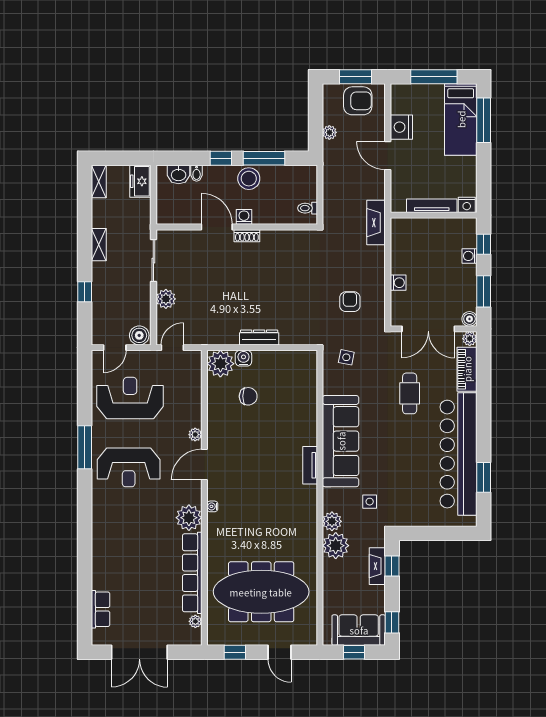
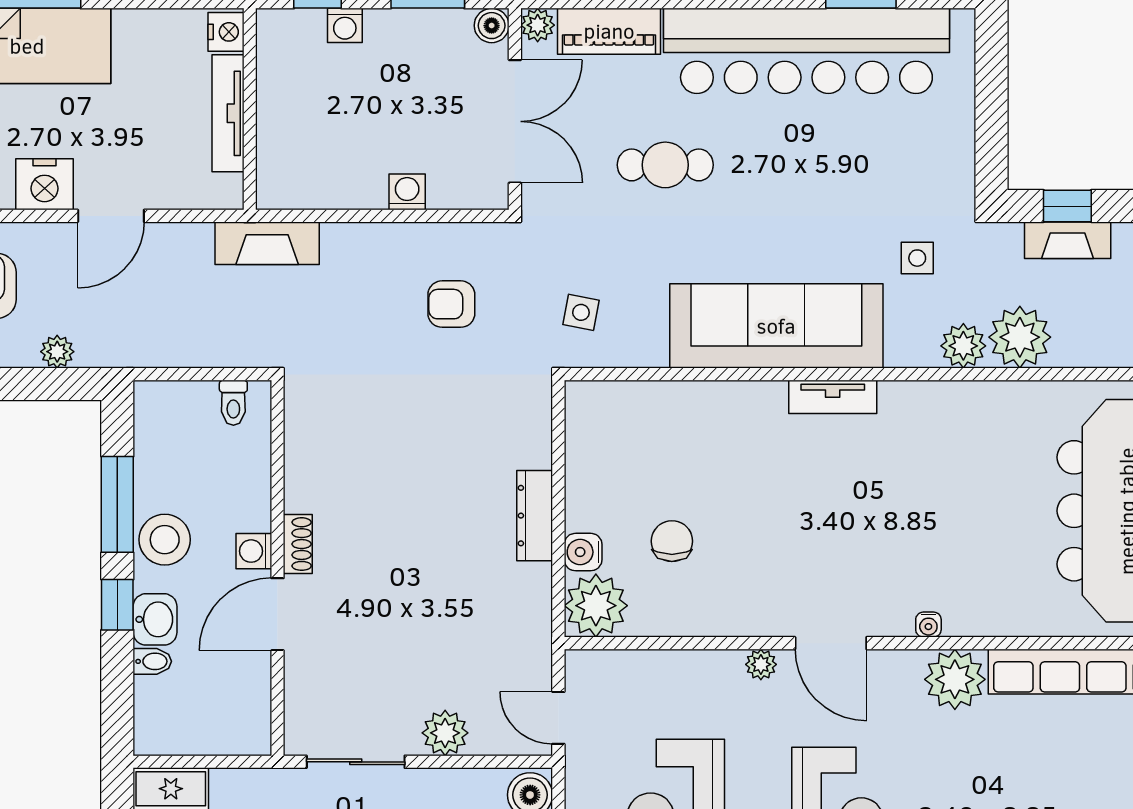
washbasin: (179, 174) -> (155, 619), moved

